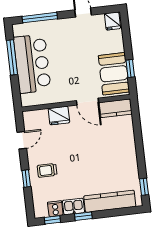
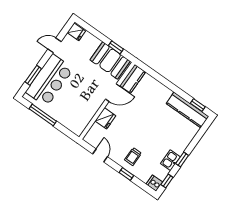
window: (40, 18) -> (33, 75), width x0.69
bar counter: (32, 64) -> (50, 80), moved, turned 90
kitchen counter: (110, 201) -> (187, 110), moved, turned -90
cooker: (55, 209) -> (154, 183), moved

